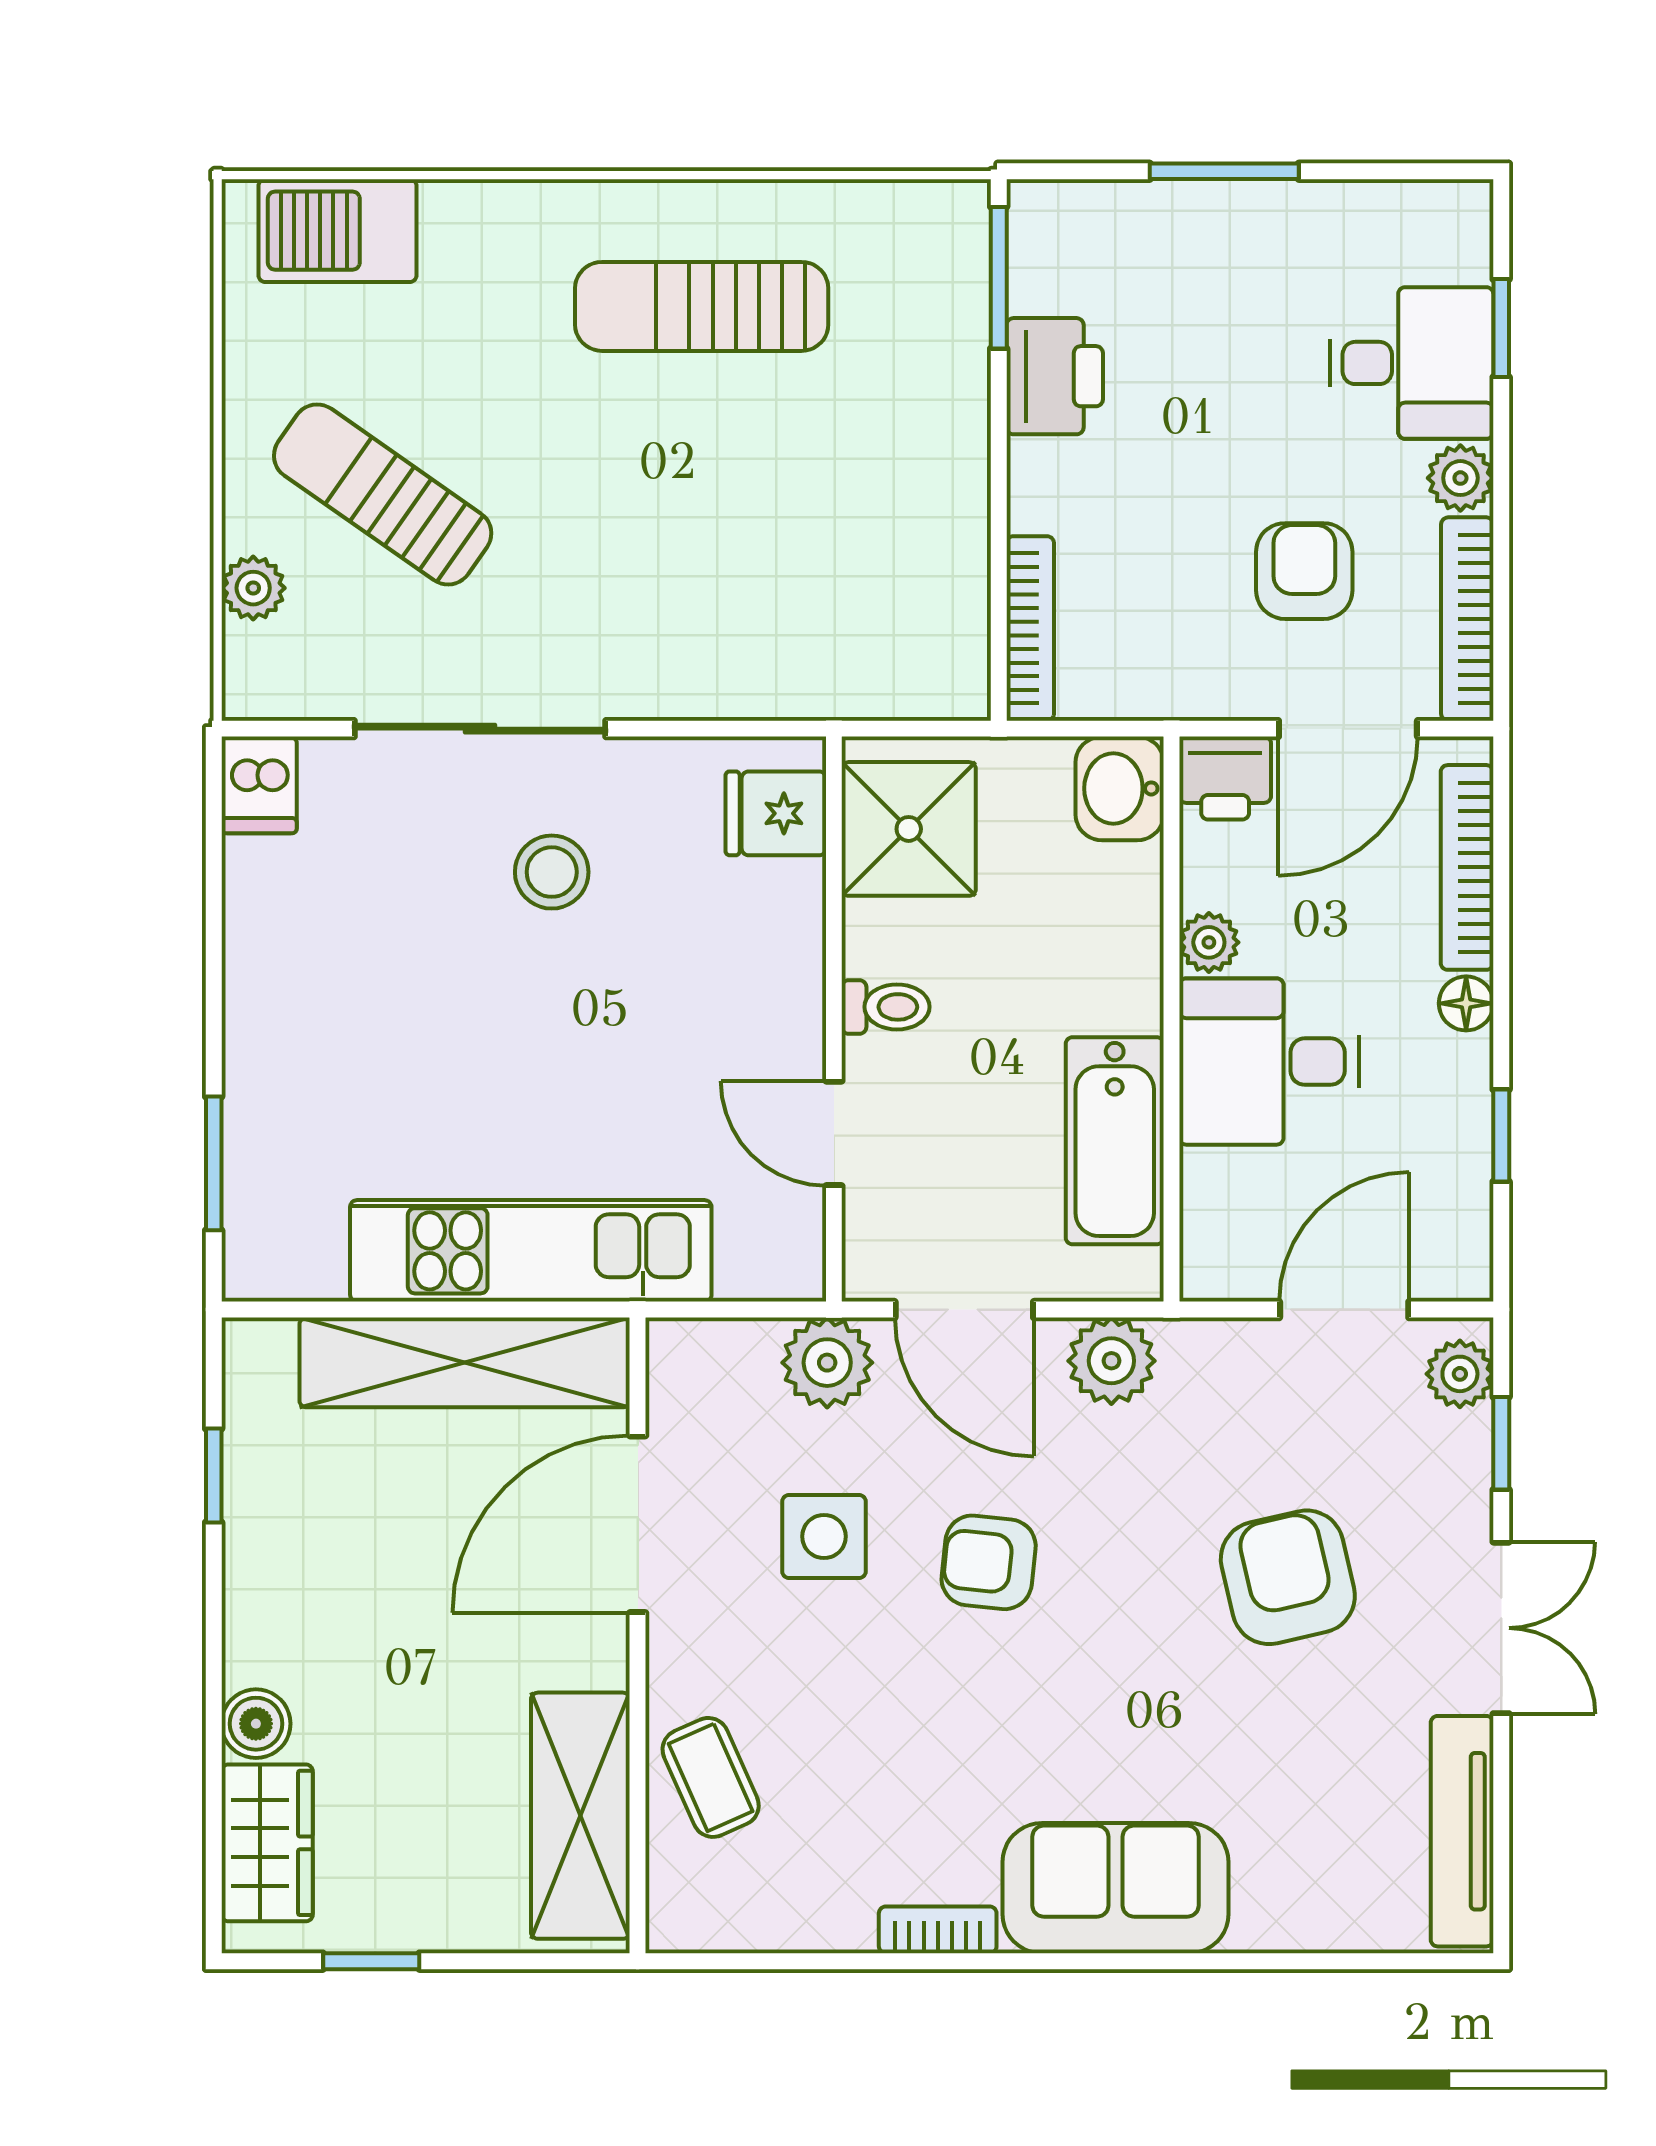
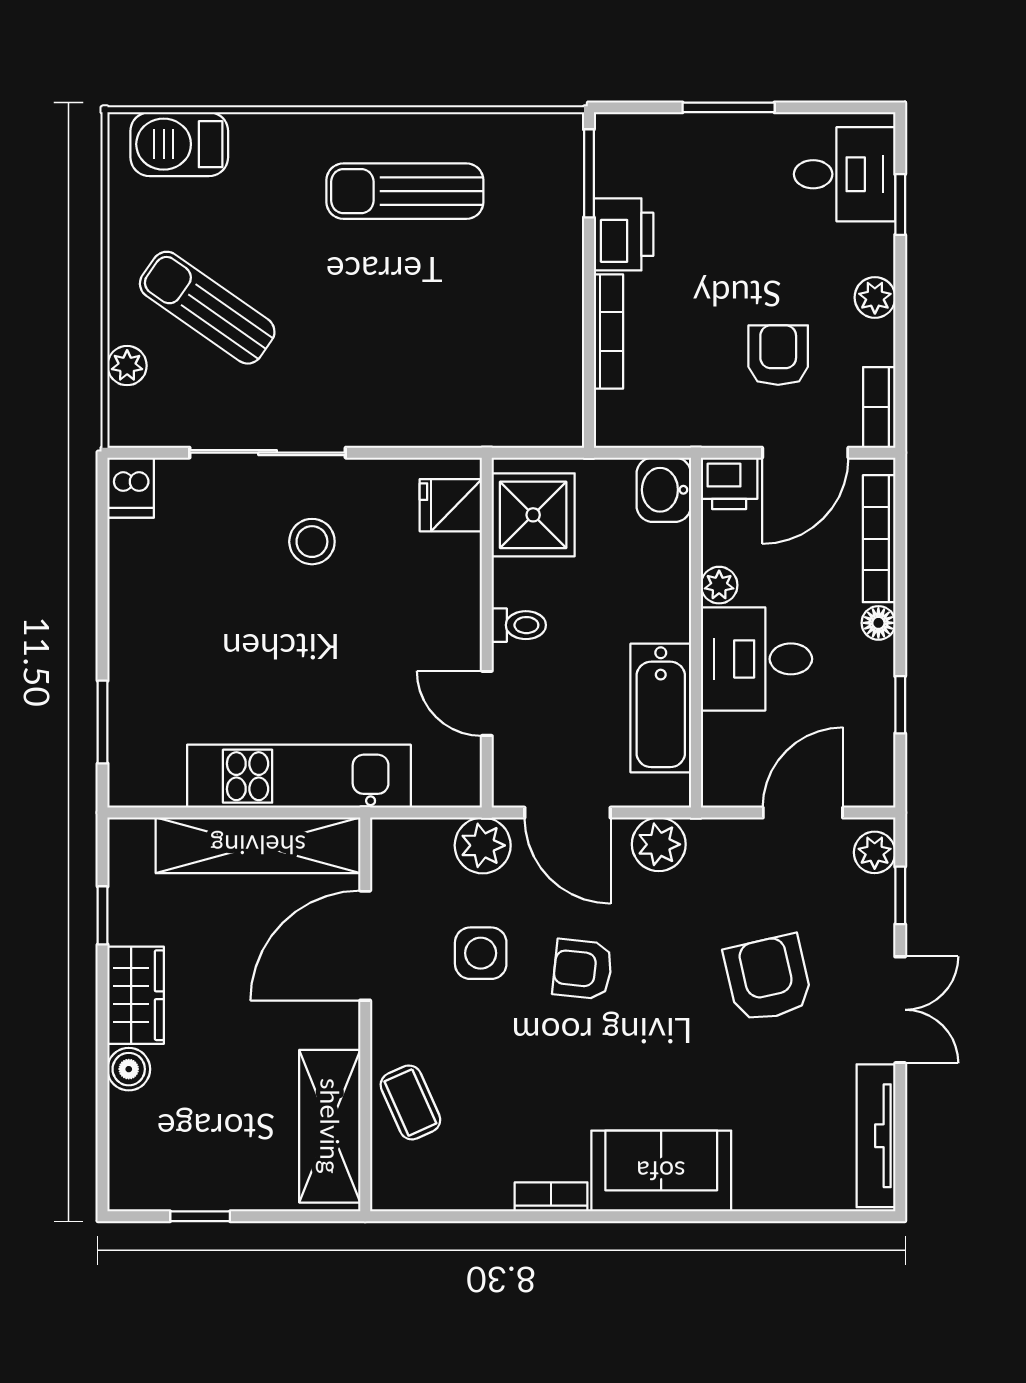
desk: (1411, 363) -> (845, 174), moved
bookcase: (1467, 619) -> (879, 407), width x0.64
bookcase: (1030, 628) -> (608, 331), moved
wardrobe: (267, 1843) -> (136, 995), moved

